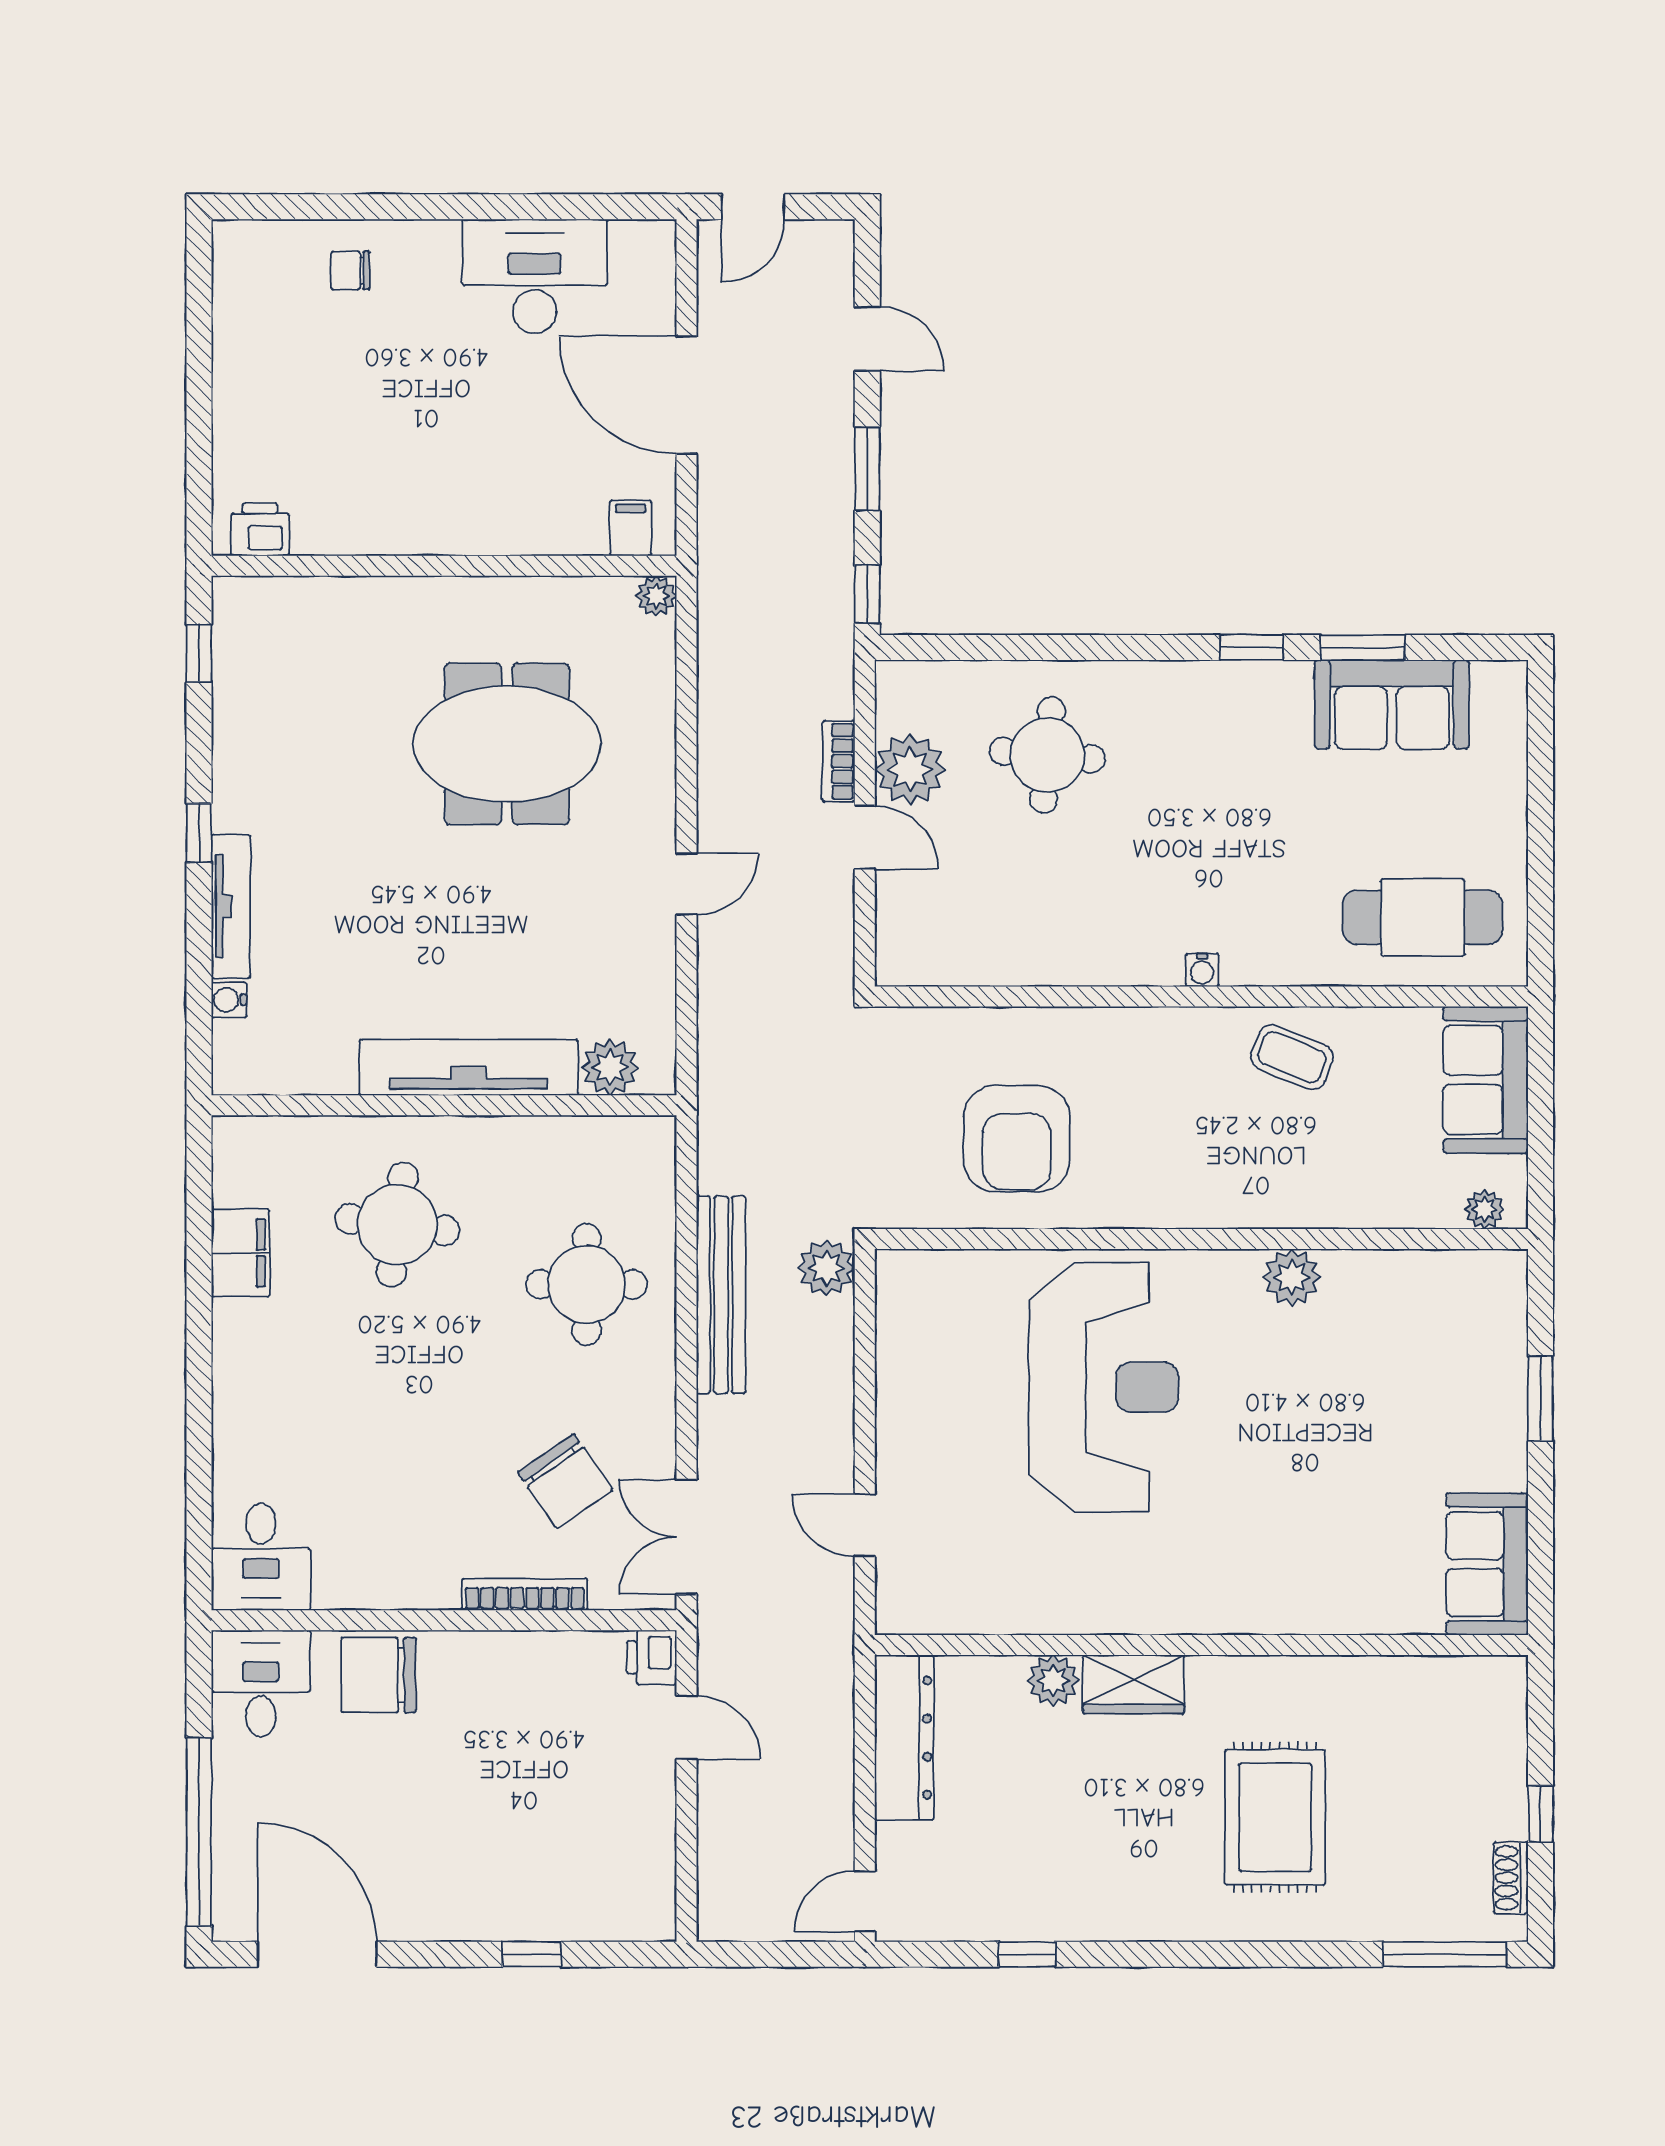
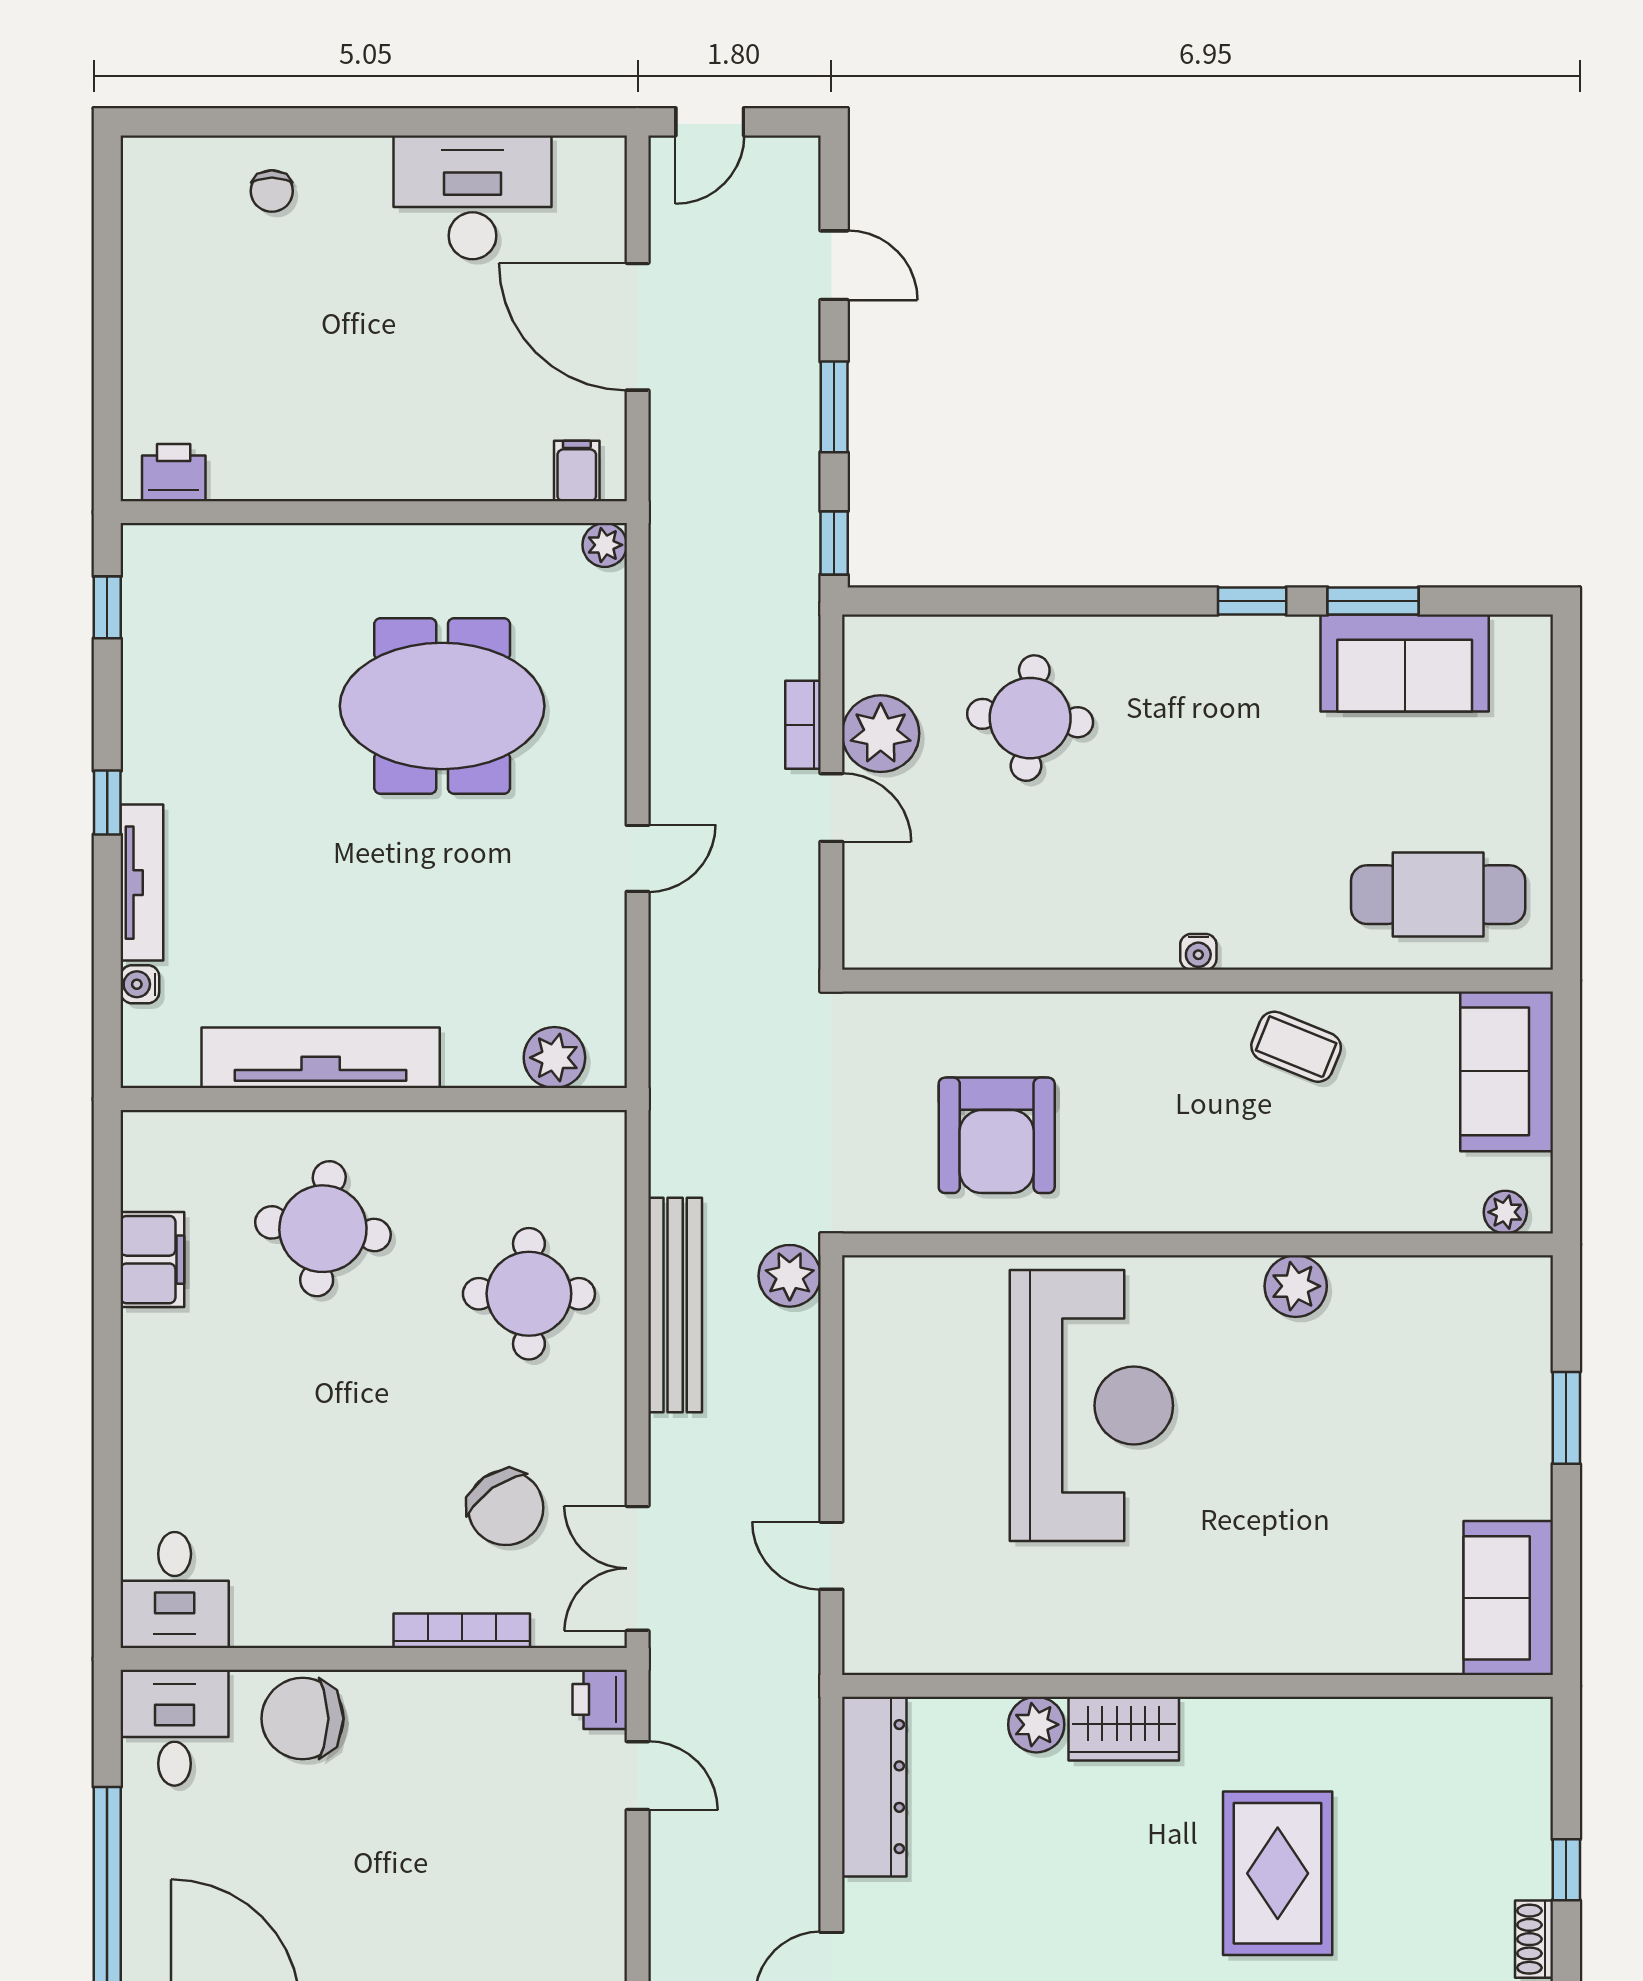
chair: (350, 271) -> (272, 191), turned -90
tv unit: (469, 1067) -> (321, 1058), moved

